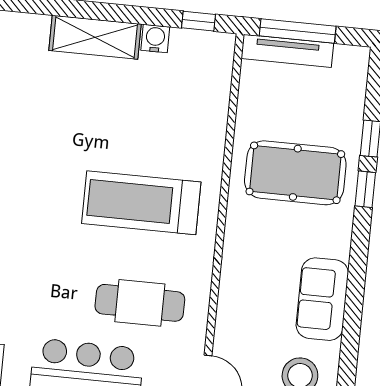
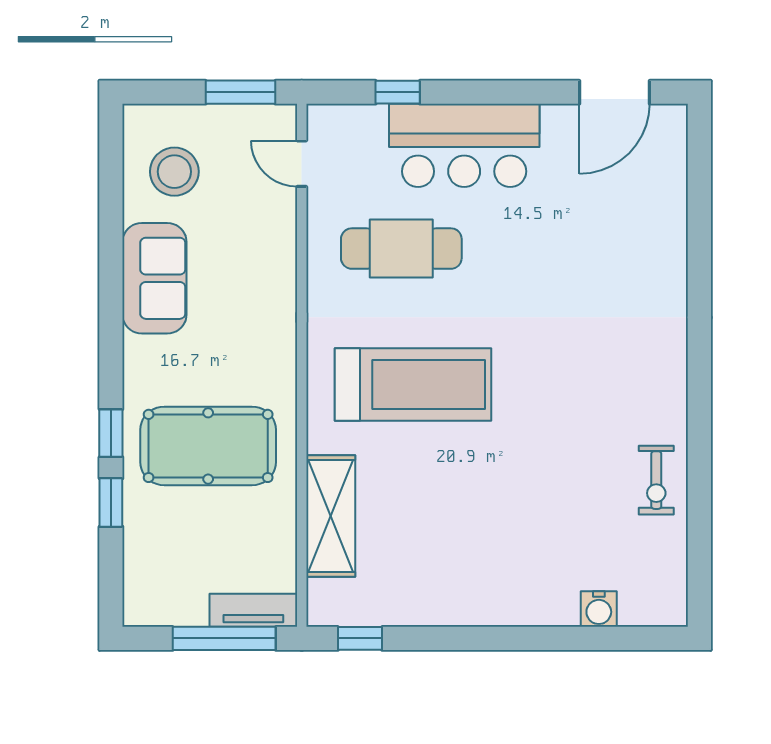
shelving: (95, 37) -> (331, 516), moved, turned 90
water cooler: (155, 39) -> (599, 609), moved
tv unit: (287, 51) -> (253, 610), width x0.71

